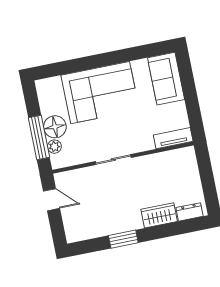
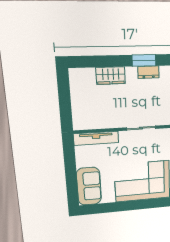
tv unit: (173, 138) -> (96, 138), width x1.41
dresser: (189, 212) -> (148, 72), moved

